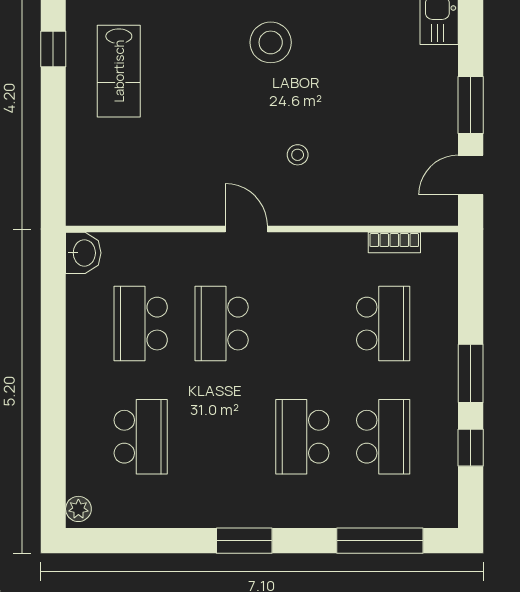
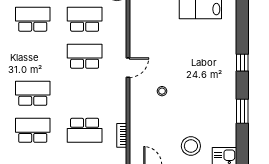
stool: (271, 42) -> (191, 146), moved
school desk: (141, 437) -> (33, 19), turned 180
school desk: (383, 437) -> (33, 130), turned 180

